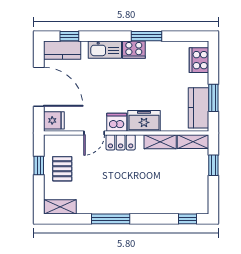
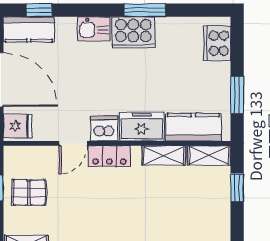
kitchen sink: (105, 50) -> (94, 29), width x0.73
cooker: (134, 50) -> (133, 32), width x1.37, depth x1.31
kitchen counter: (199, 108) -> (193, 127), moved, turned 90
pallet: (62, 169) -> (29, 192), turned 90

